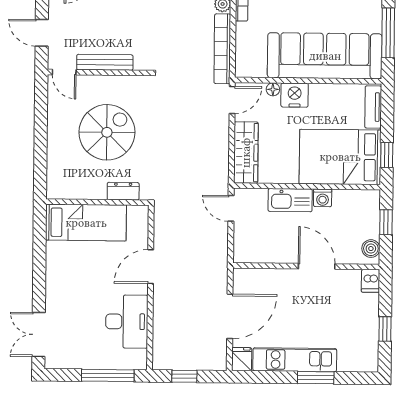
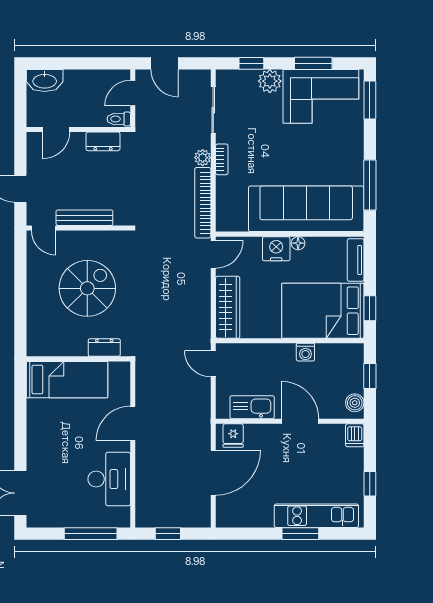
floor lamp: (273, 89) -> (298, 243), moved
kitchen sink: (290, 200) -> (252, 407), moved, turned 180
fridge: (242, 359) -> (233, 436), moved, turned 180
kitchen unit: (295, 360) -> (316, 516), moved

